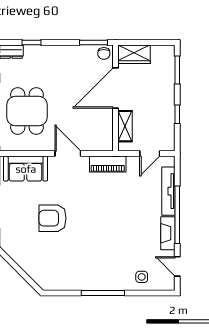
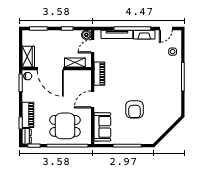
piano: (44, 54) -> (28, 115), added
boiler: (168, 144) -> (86, 35), added
door: (150, 153) -> (93, 46), swing flipped

